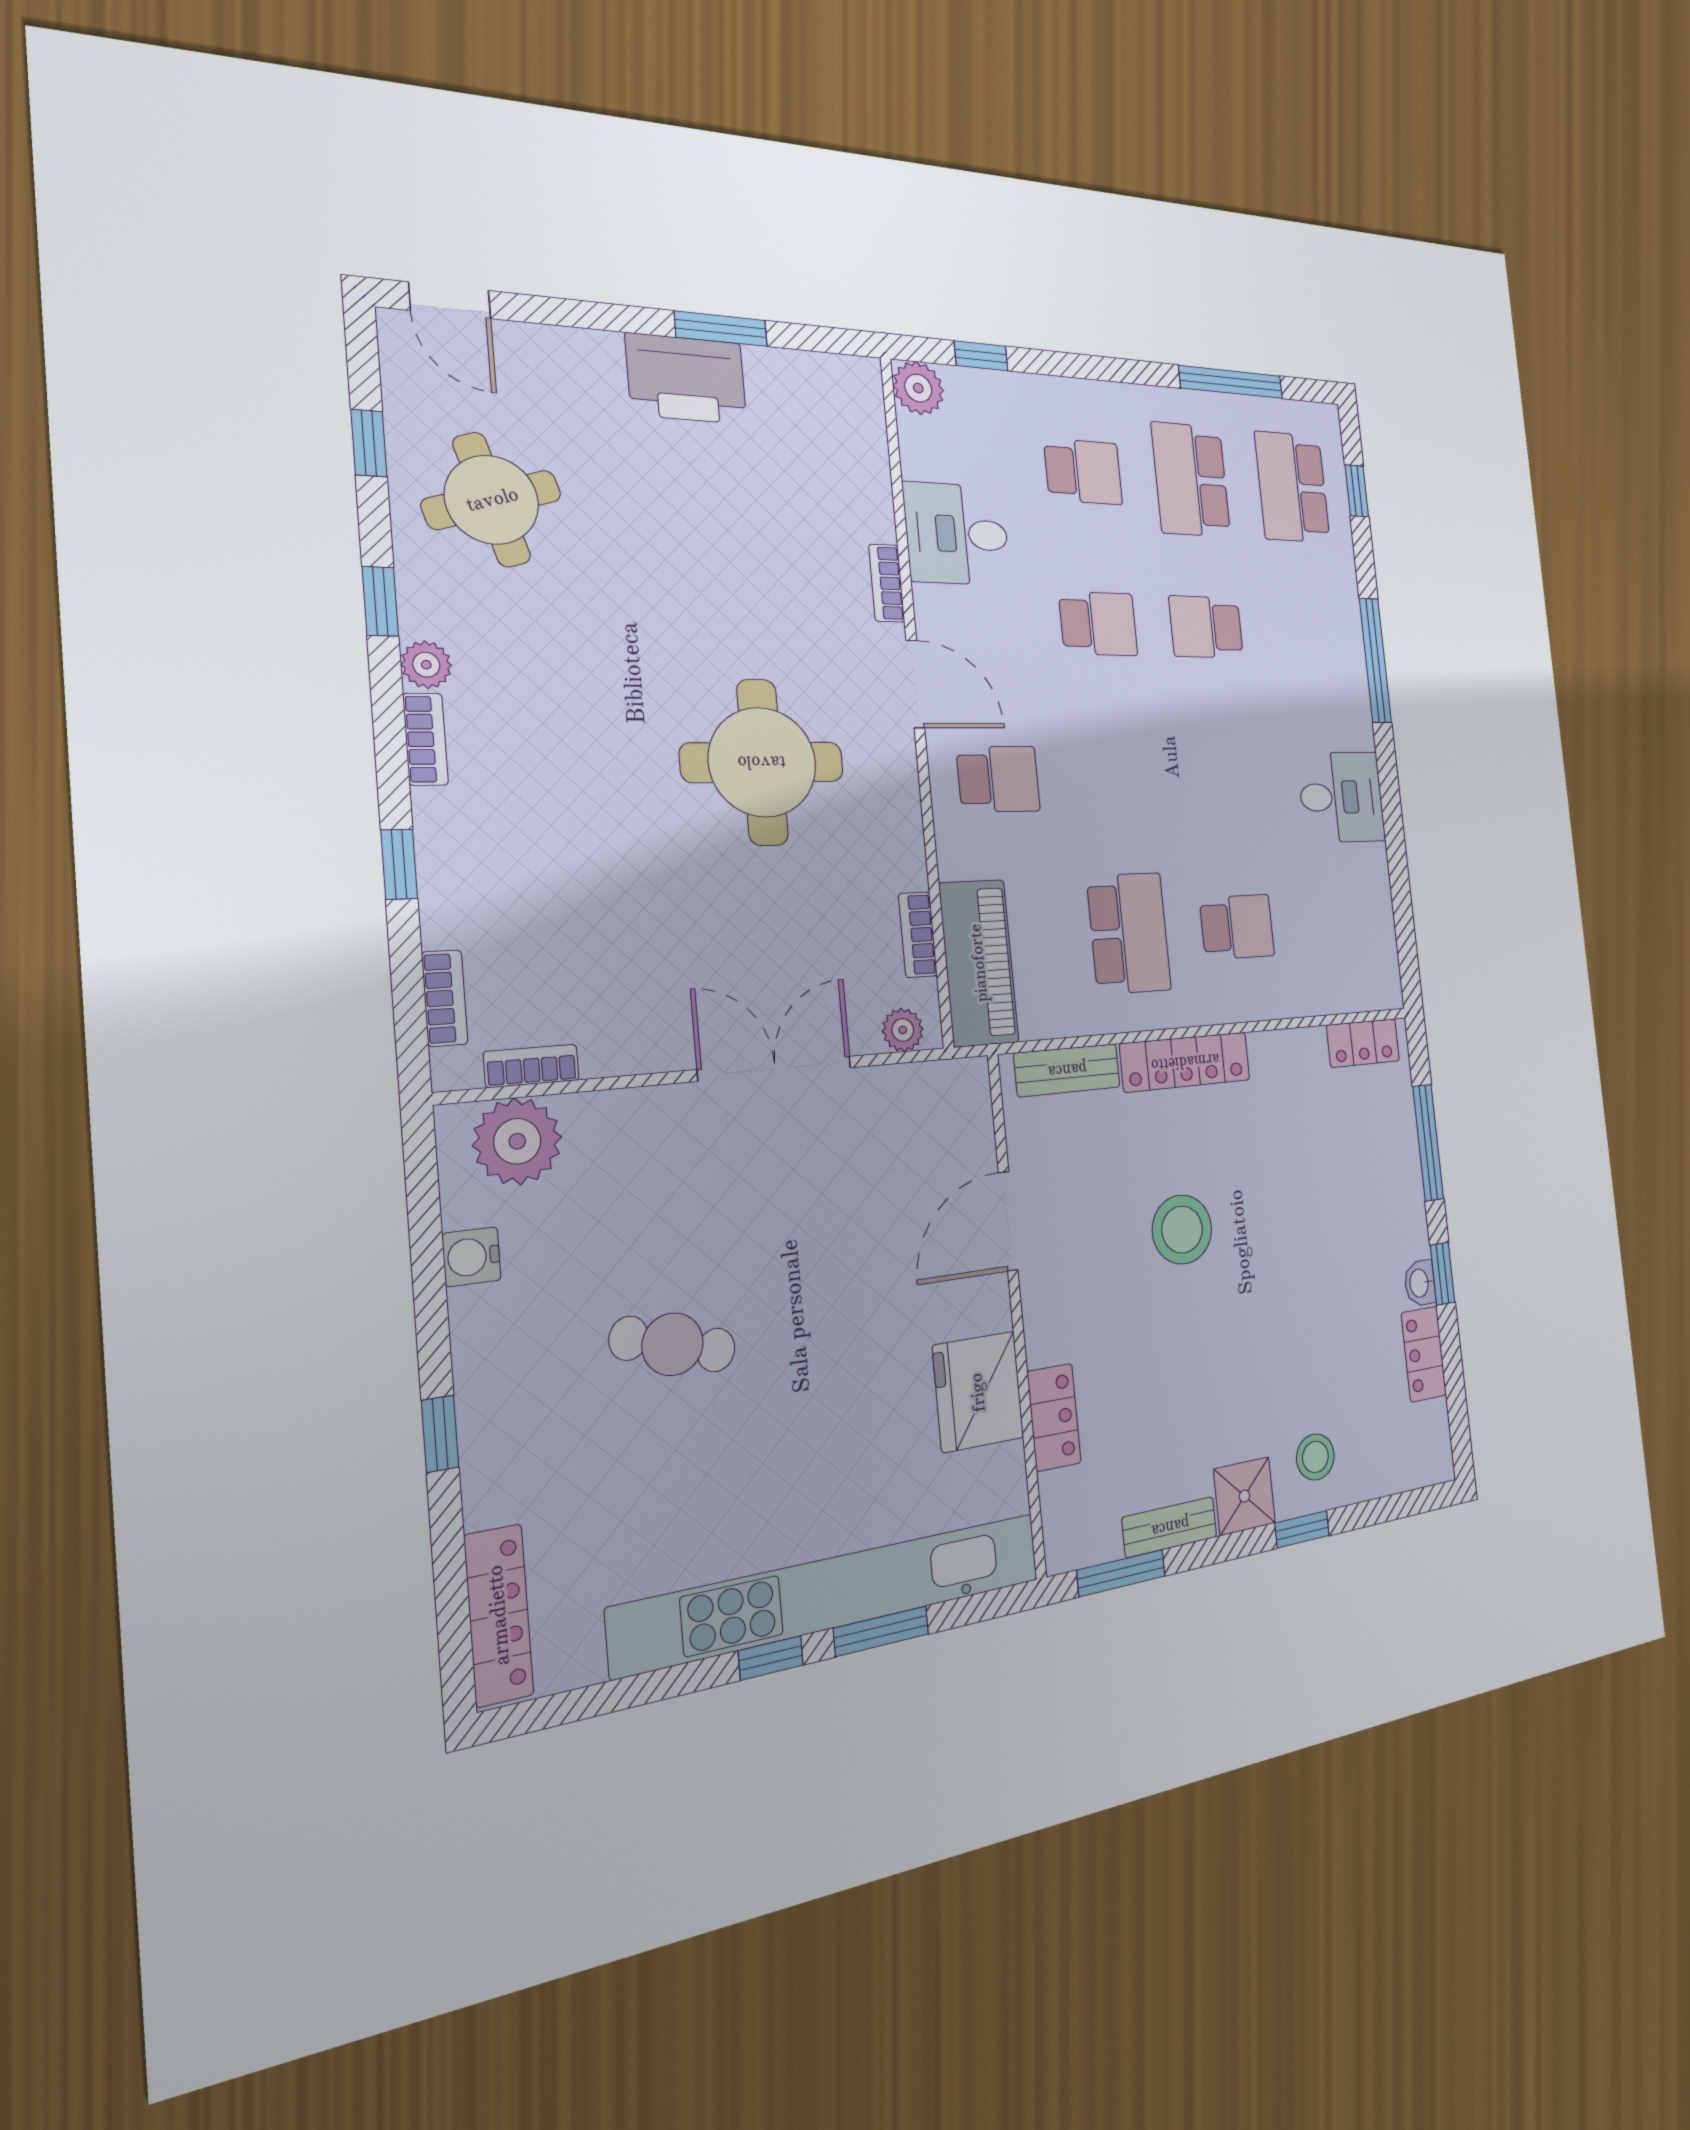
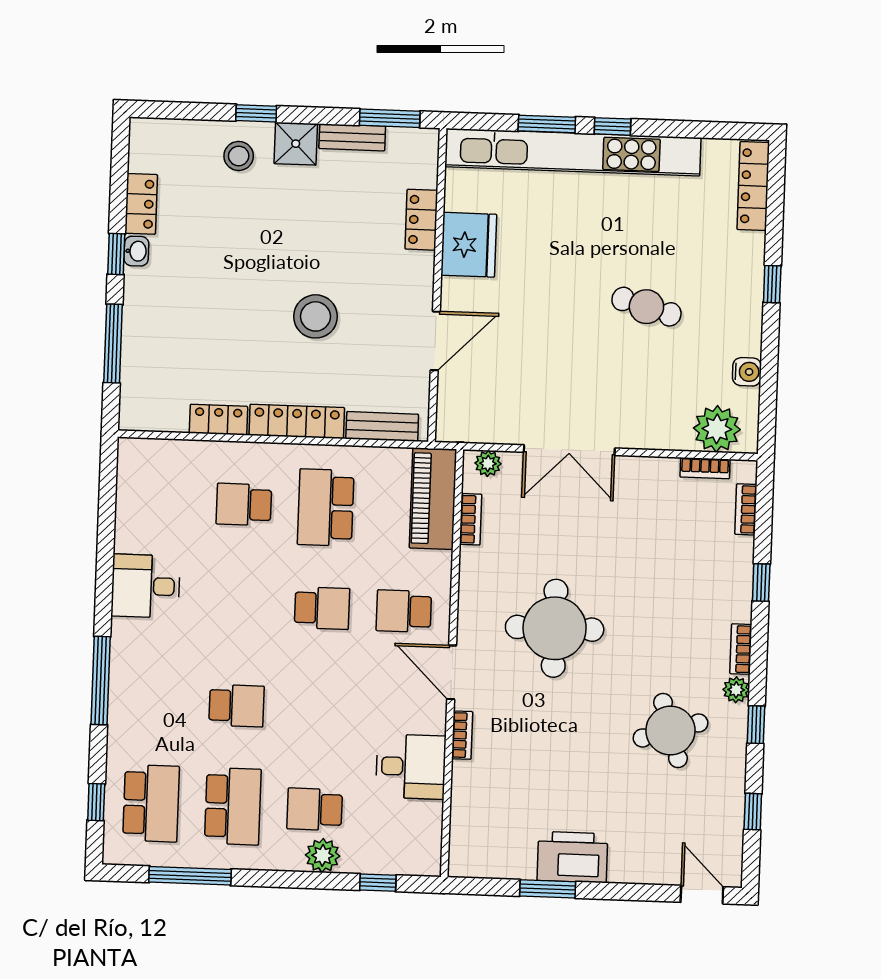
plant: (918, 388) -> (323, 855), moved
round table: (492, 500) -> (670, 730), moved
school desk: (1098, 624) -> (322, 608), moved, turned 180
locker: (1363, 1043) -> (218, 420), moved

